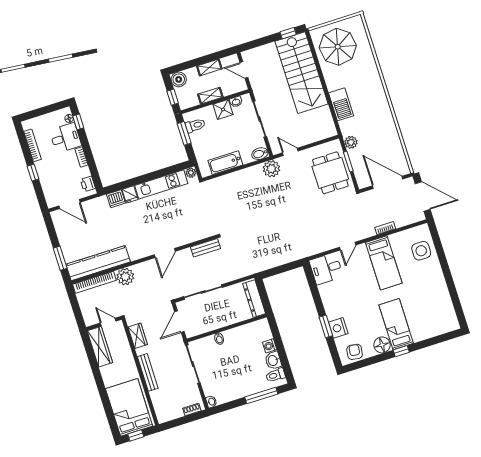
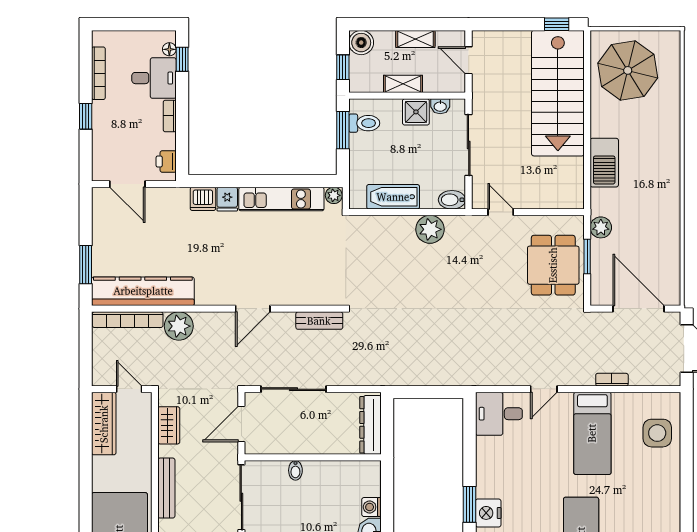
plant: (271, 169) -> (430, 229), moved

